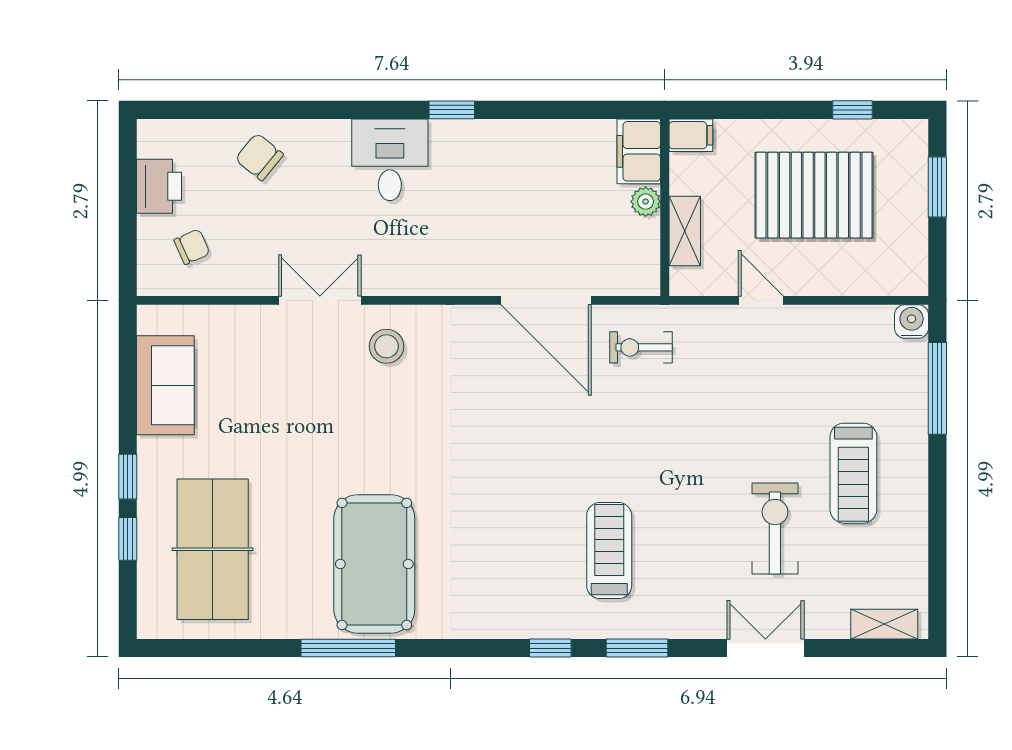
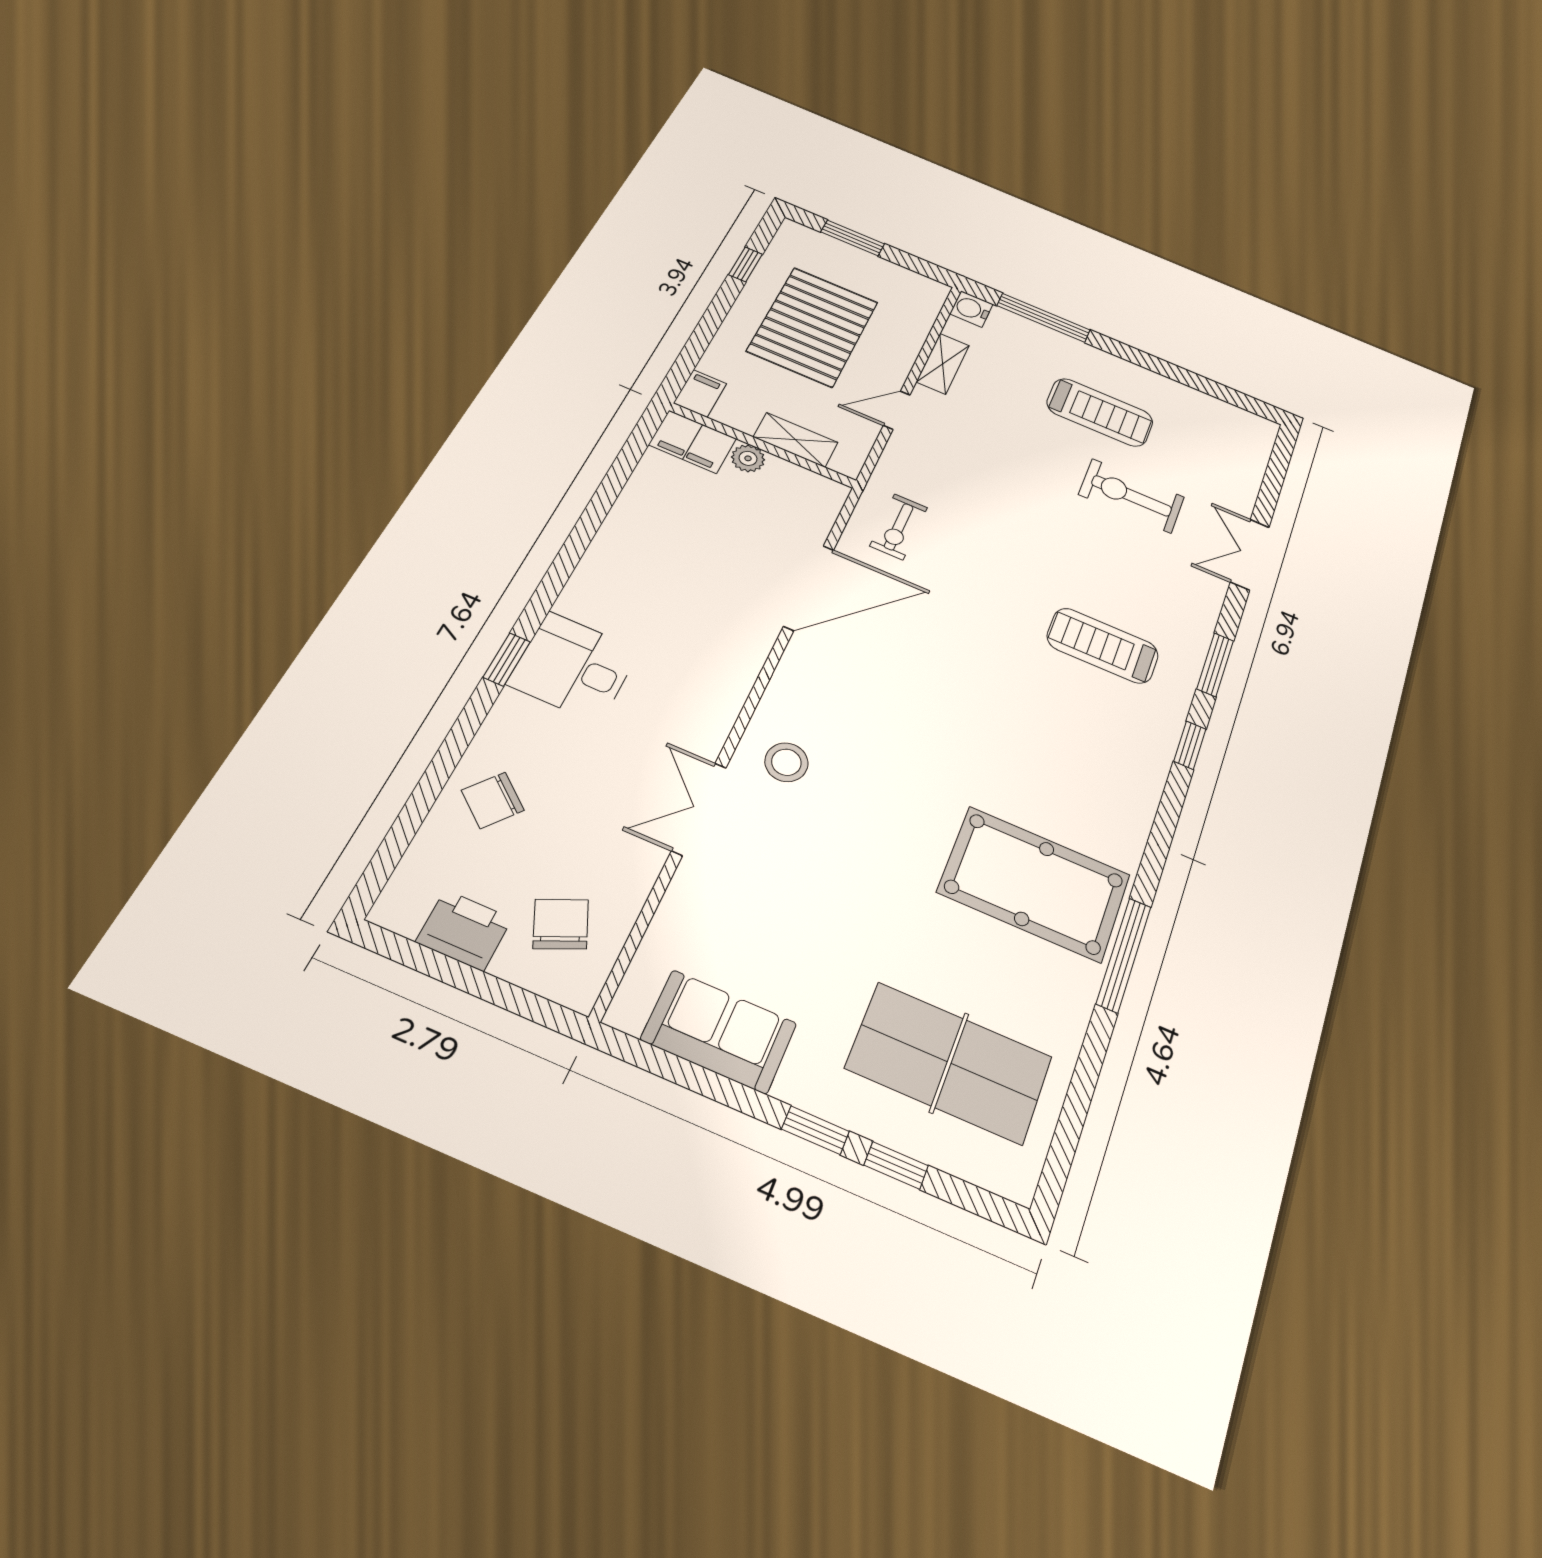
window: (452, 110) -> (507, 659), moved
chair: (192, 247) -> (561, 924), width x1.37, depth x1.37
shelving: (884, 624) -> (943, 364), moved

